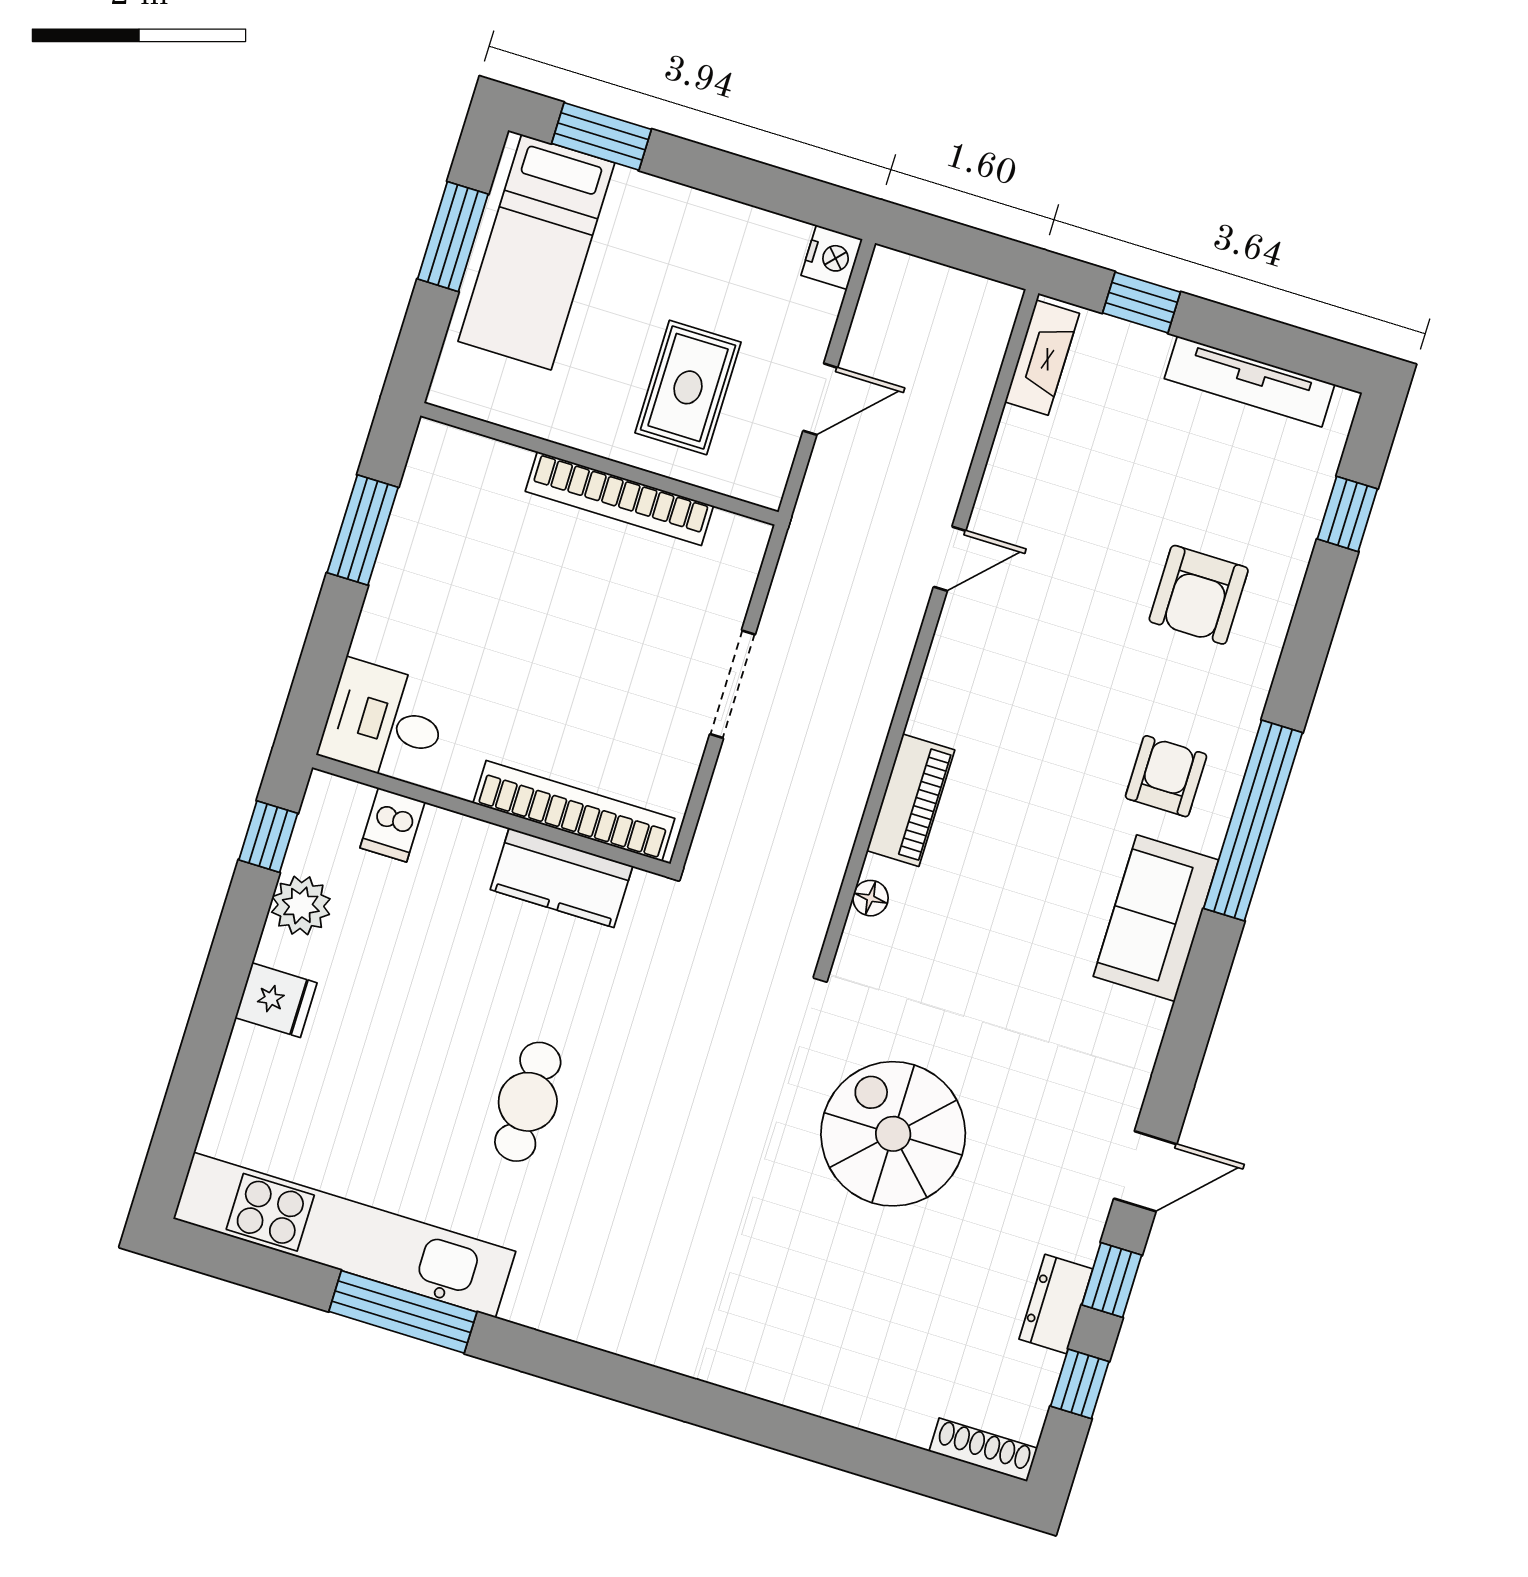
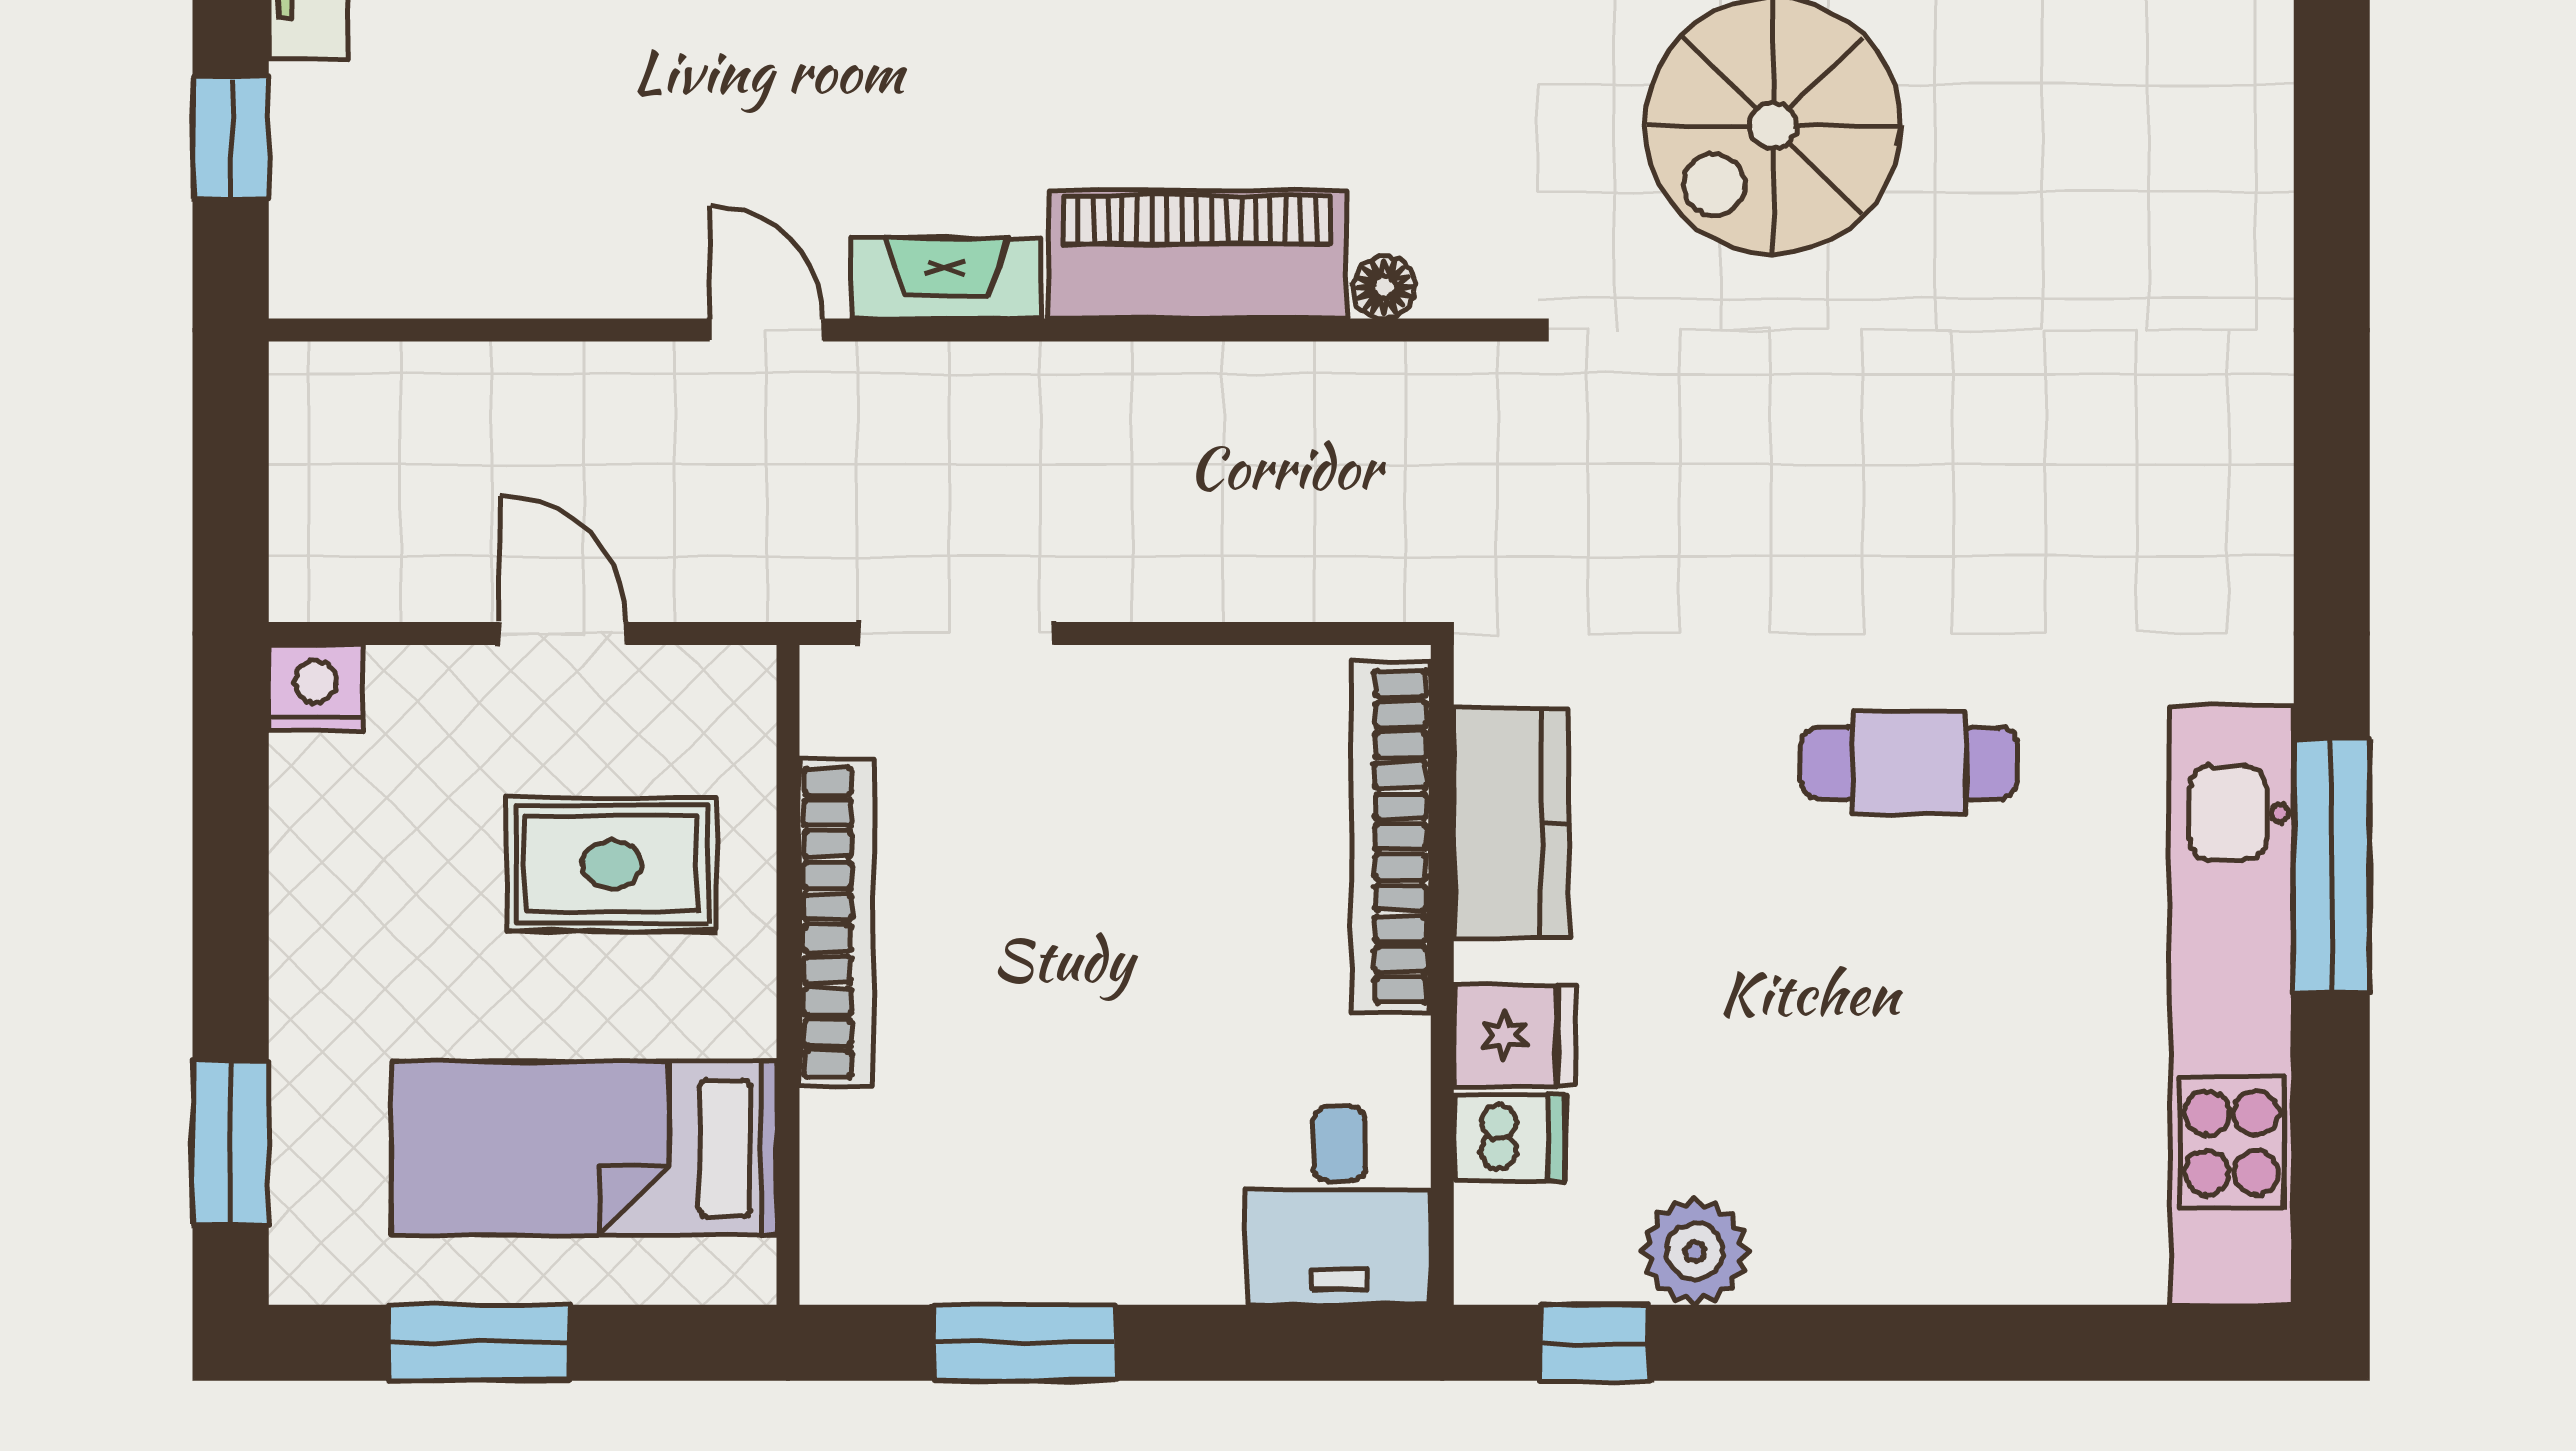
bed: (536, 252) -> (584, 1148), moved, turned 180
fireplace: (1042, 358) -> (946, 278), moved
doorway: (733, 684) -> (956, 634), moved
piano: (911, 800) -> (1197, 254), width x1.37, depth x1.33
fridge: (276, 1000) -> (1515, 1036), moved, turned 90

